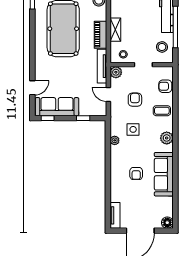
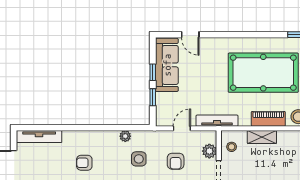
piano: (101, 35) -> (268, 119), moved
plant: (116, 72) -> (209, 151), moved
armchair: (135, 100) -> (176, 161), turned 90
window: (48, 118) -> (153, 72), moved
tv unit: (115, 215) -> (39, 137), width x1.41

